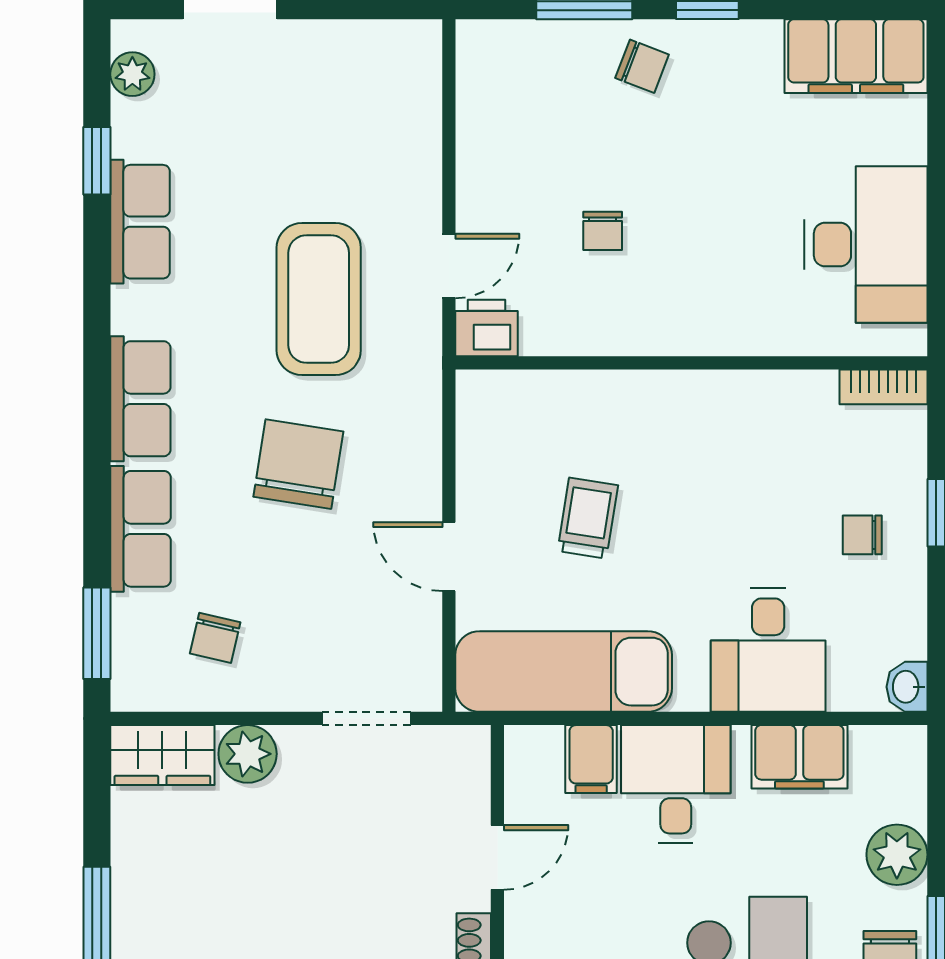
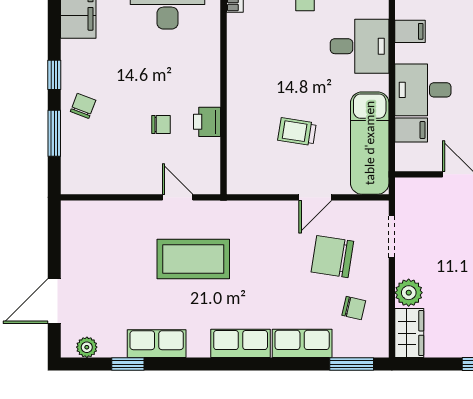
printer: (486, 328) -> (207, 122), moved
chair: (298, 464) -> (332, 257), moved
filing cabinet: (799, 757) -> (410, 31), width x0.50

